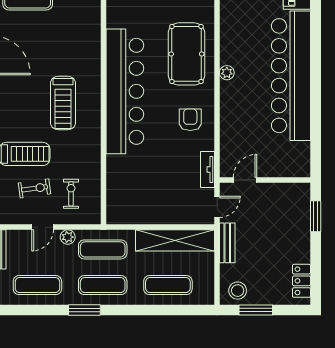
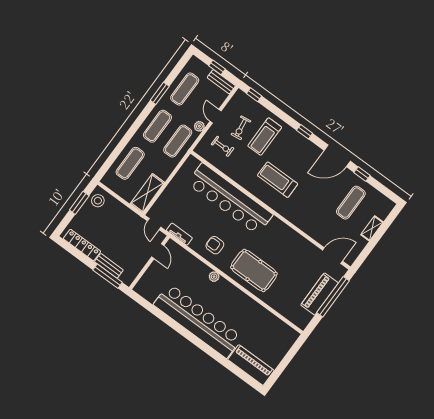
plant: (227, 73) -> (214, 277), moved
bar counter: (125, 91) -> (230, 199), moved
armchair: (190, 120) -> (215, 245), turned 180
window: (316, 216) -> (108, 276), width x1.44
shelving: (175, 240) -> (147, 193), width x0.68
bench: (227, 243) -> (109, 266), moved
locker: (302, 281) -> (82, 245), width x1.53
window: (84, 310) -> (160, 93), moved

